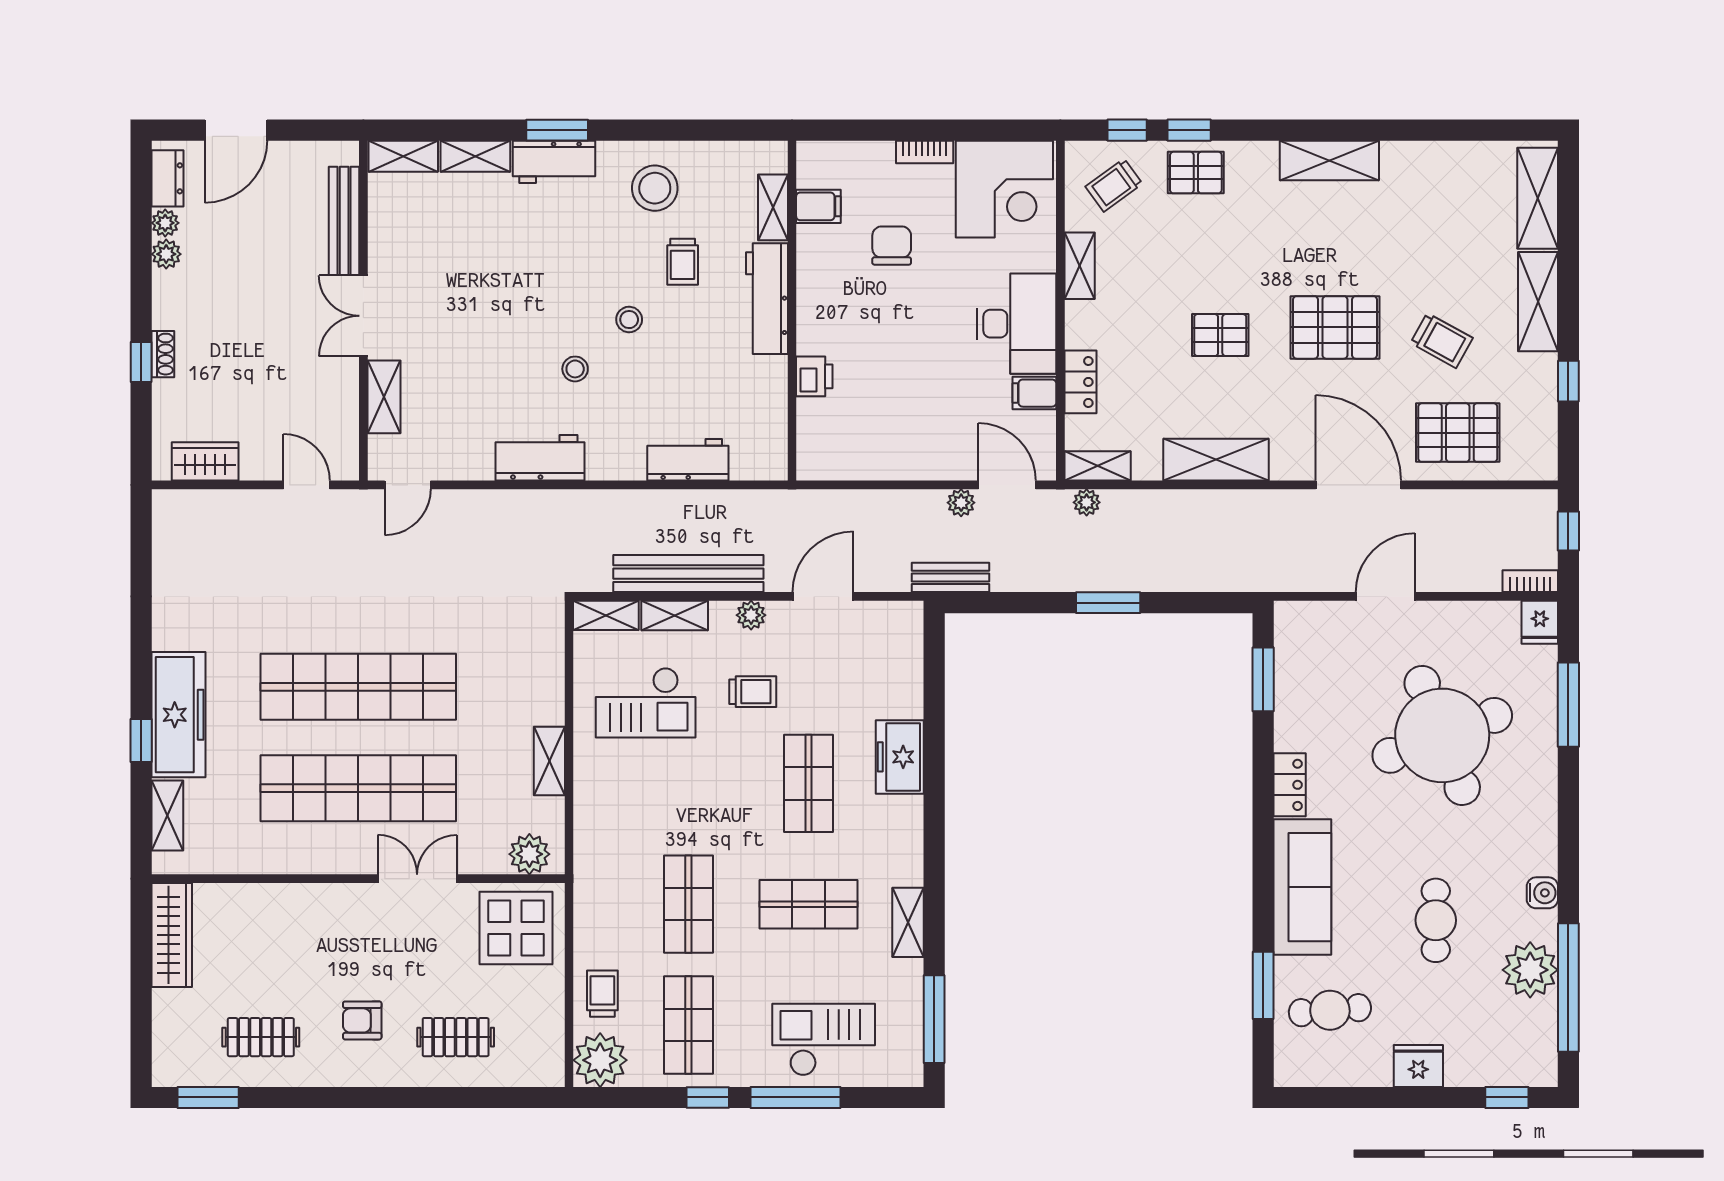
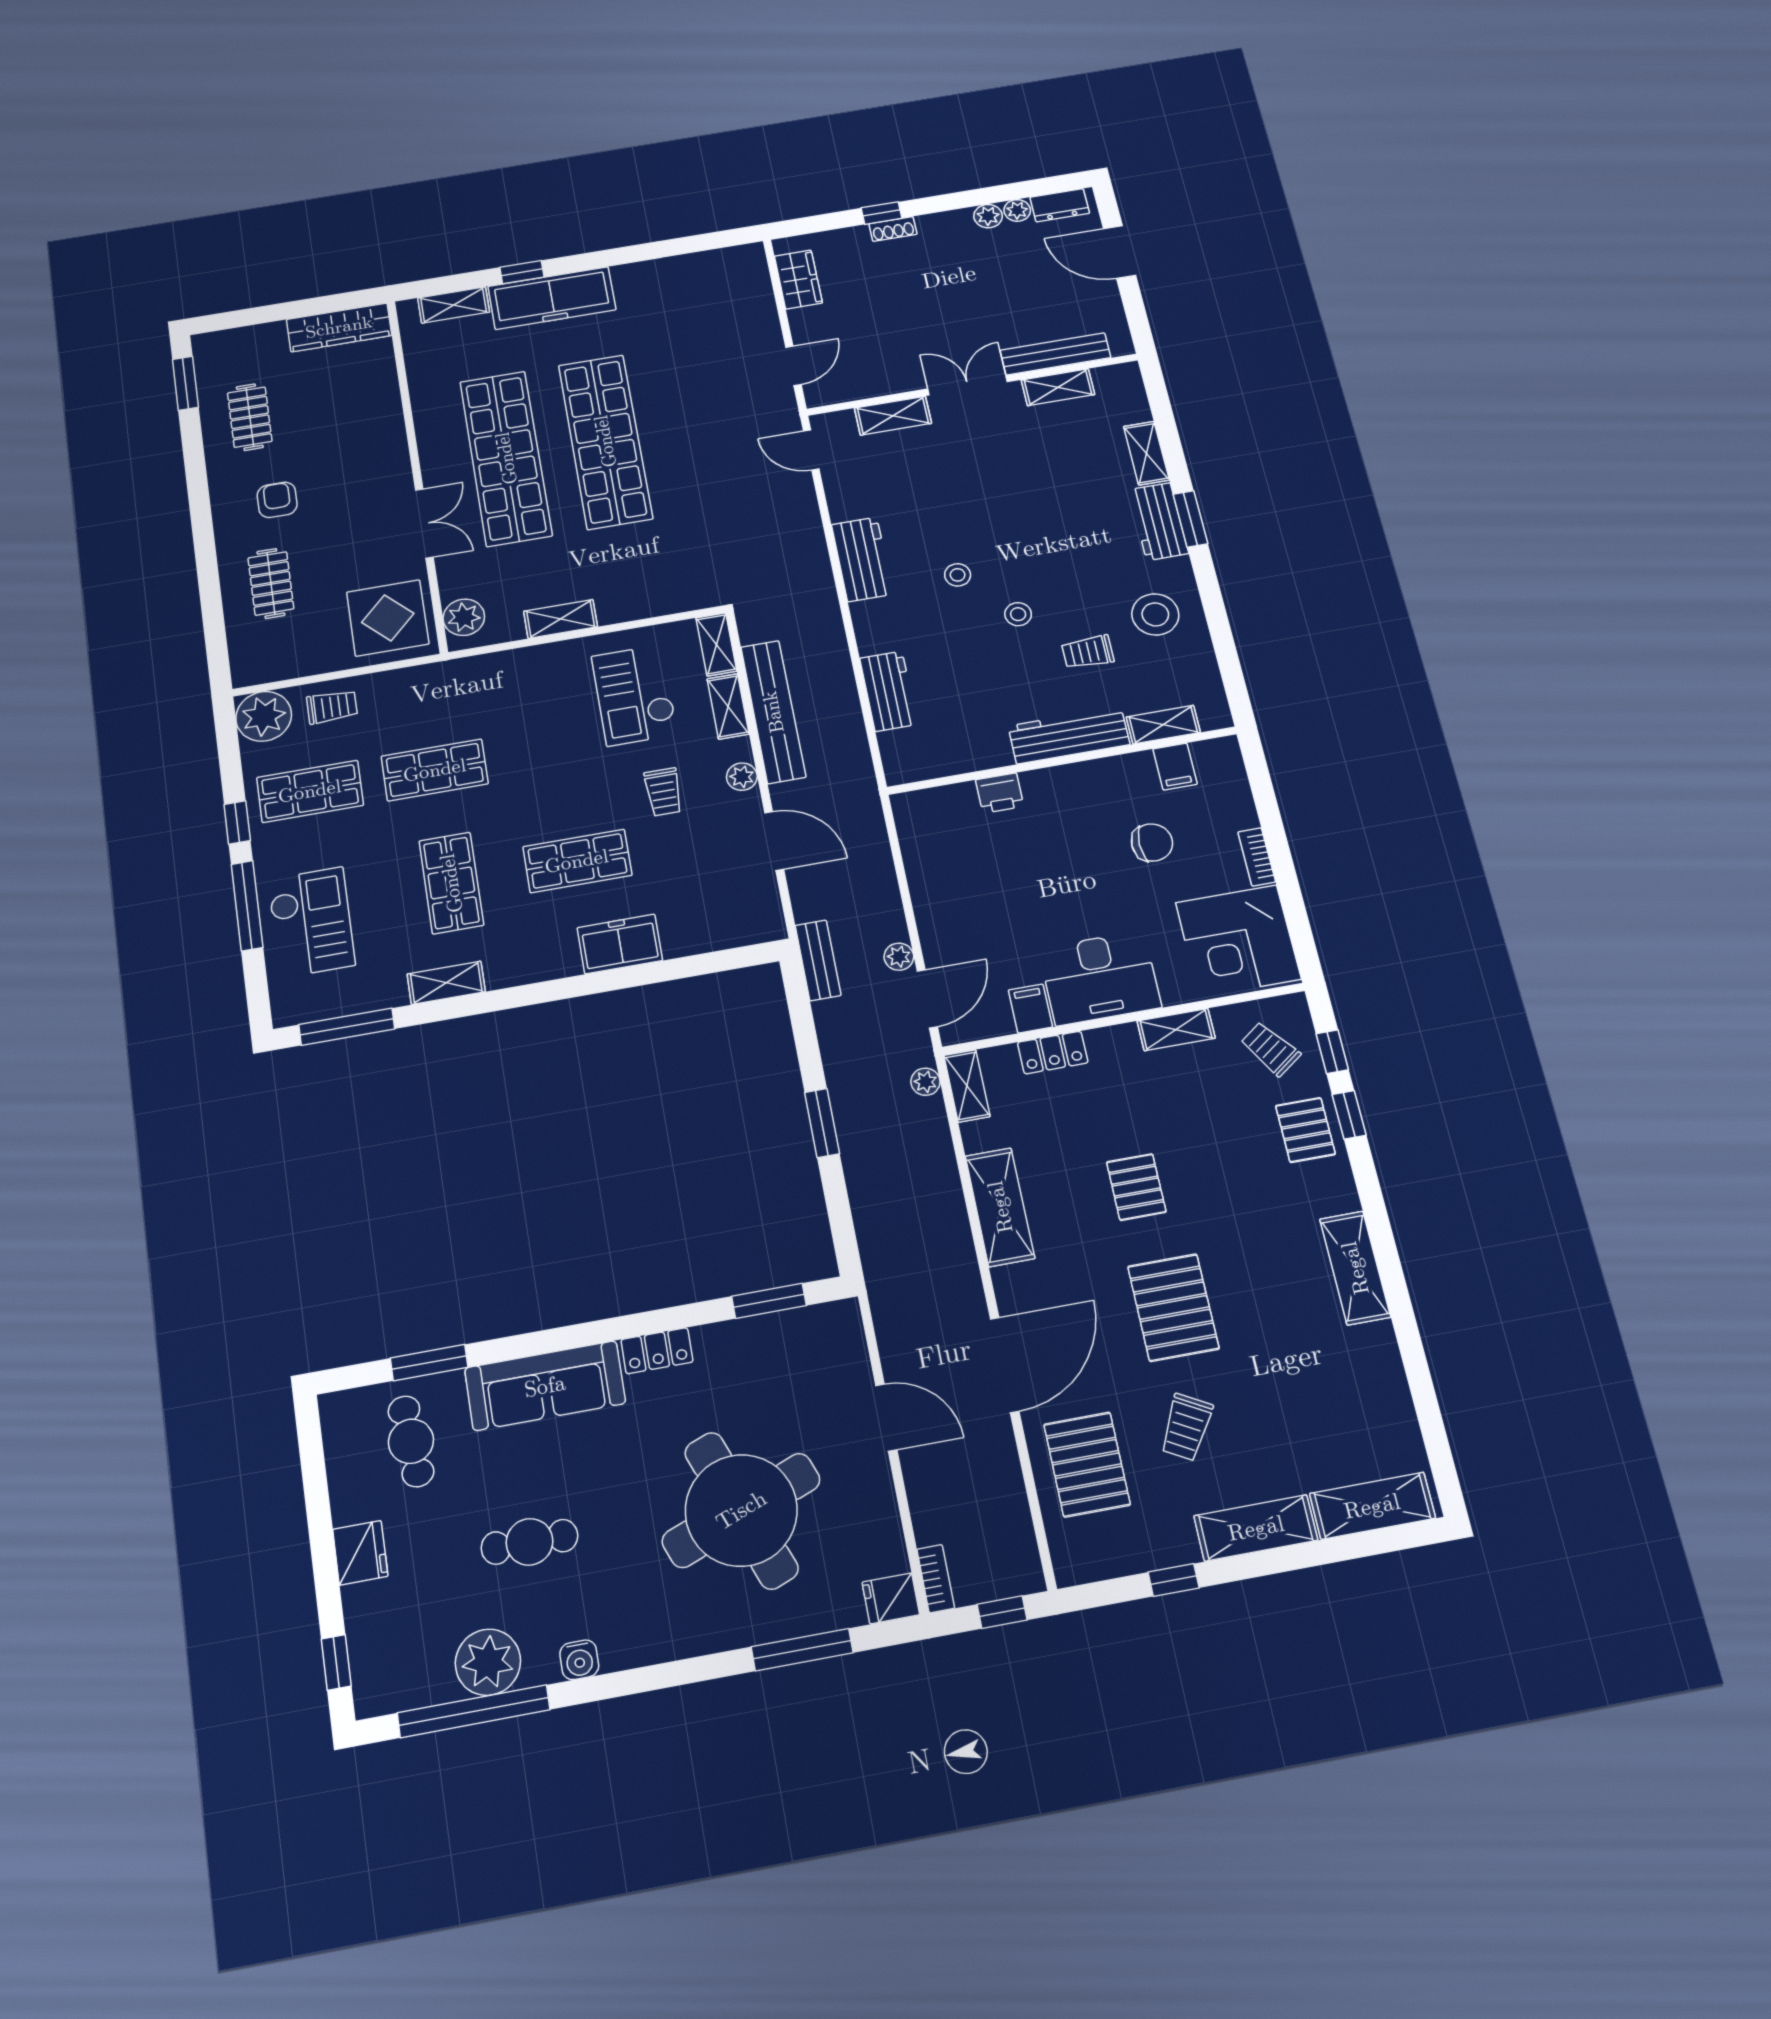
shelving: (403, 156) -> (1058, 387), moved, turned 90

